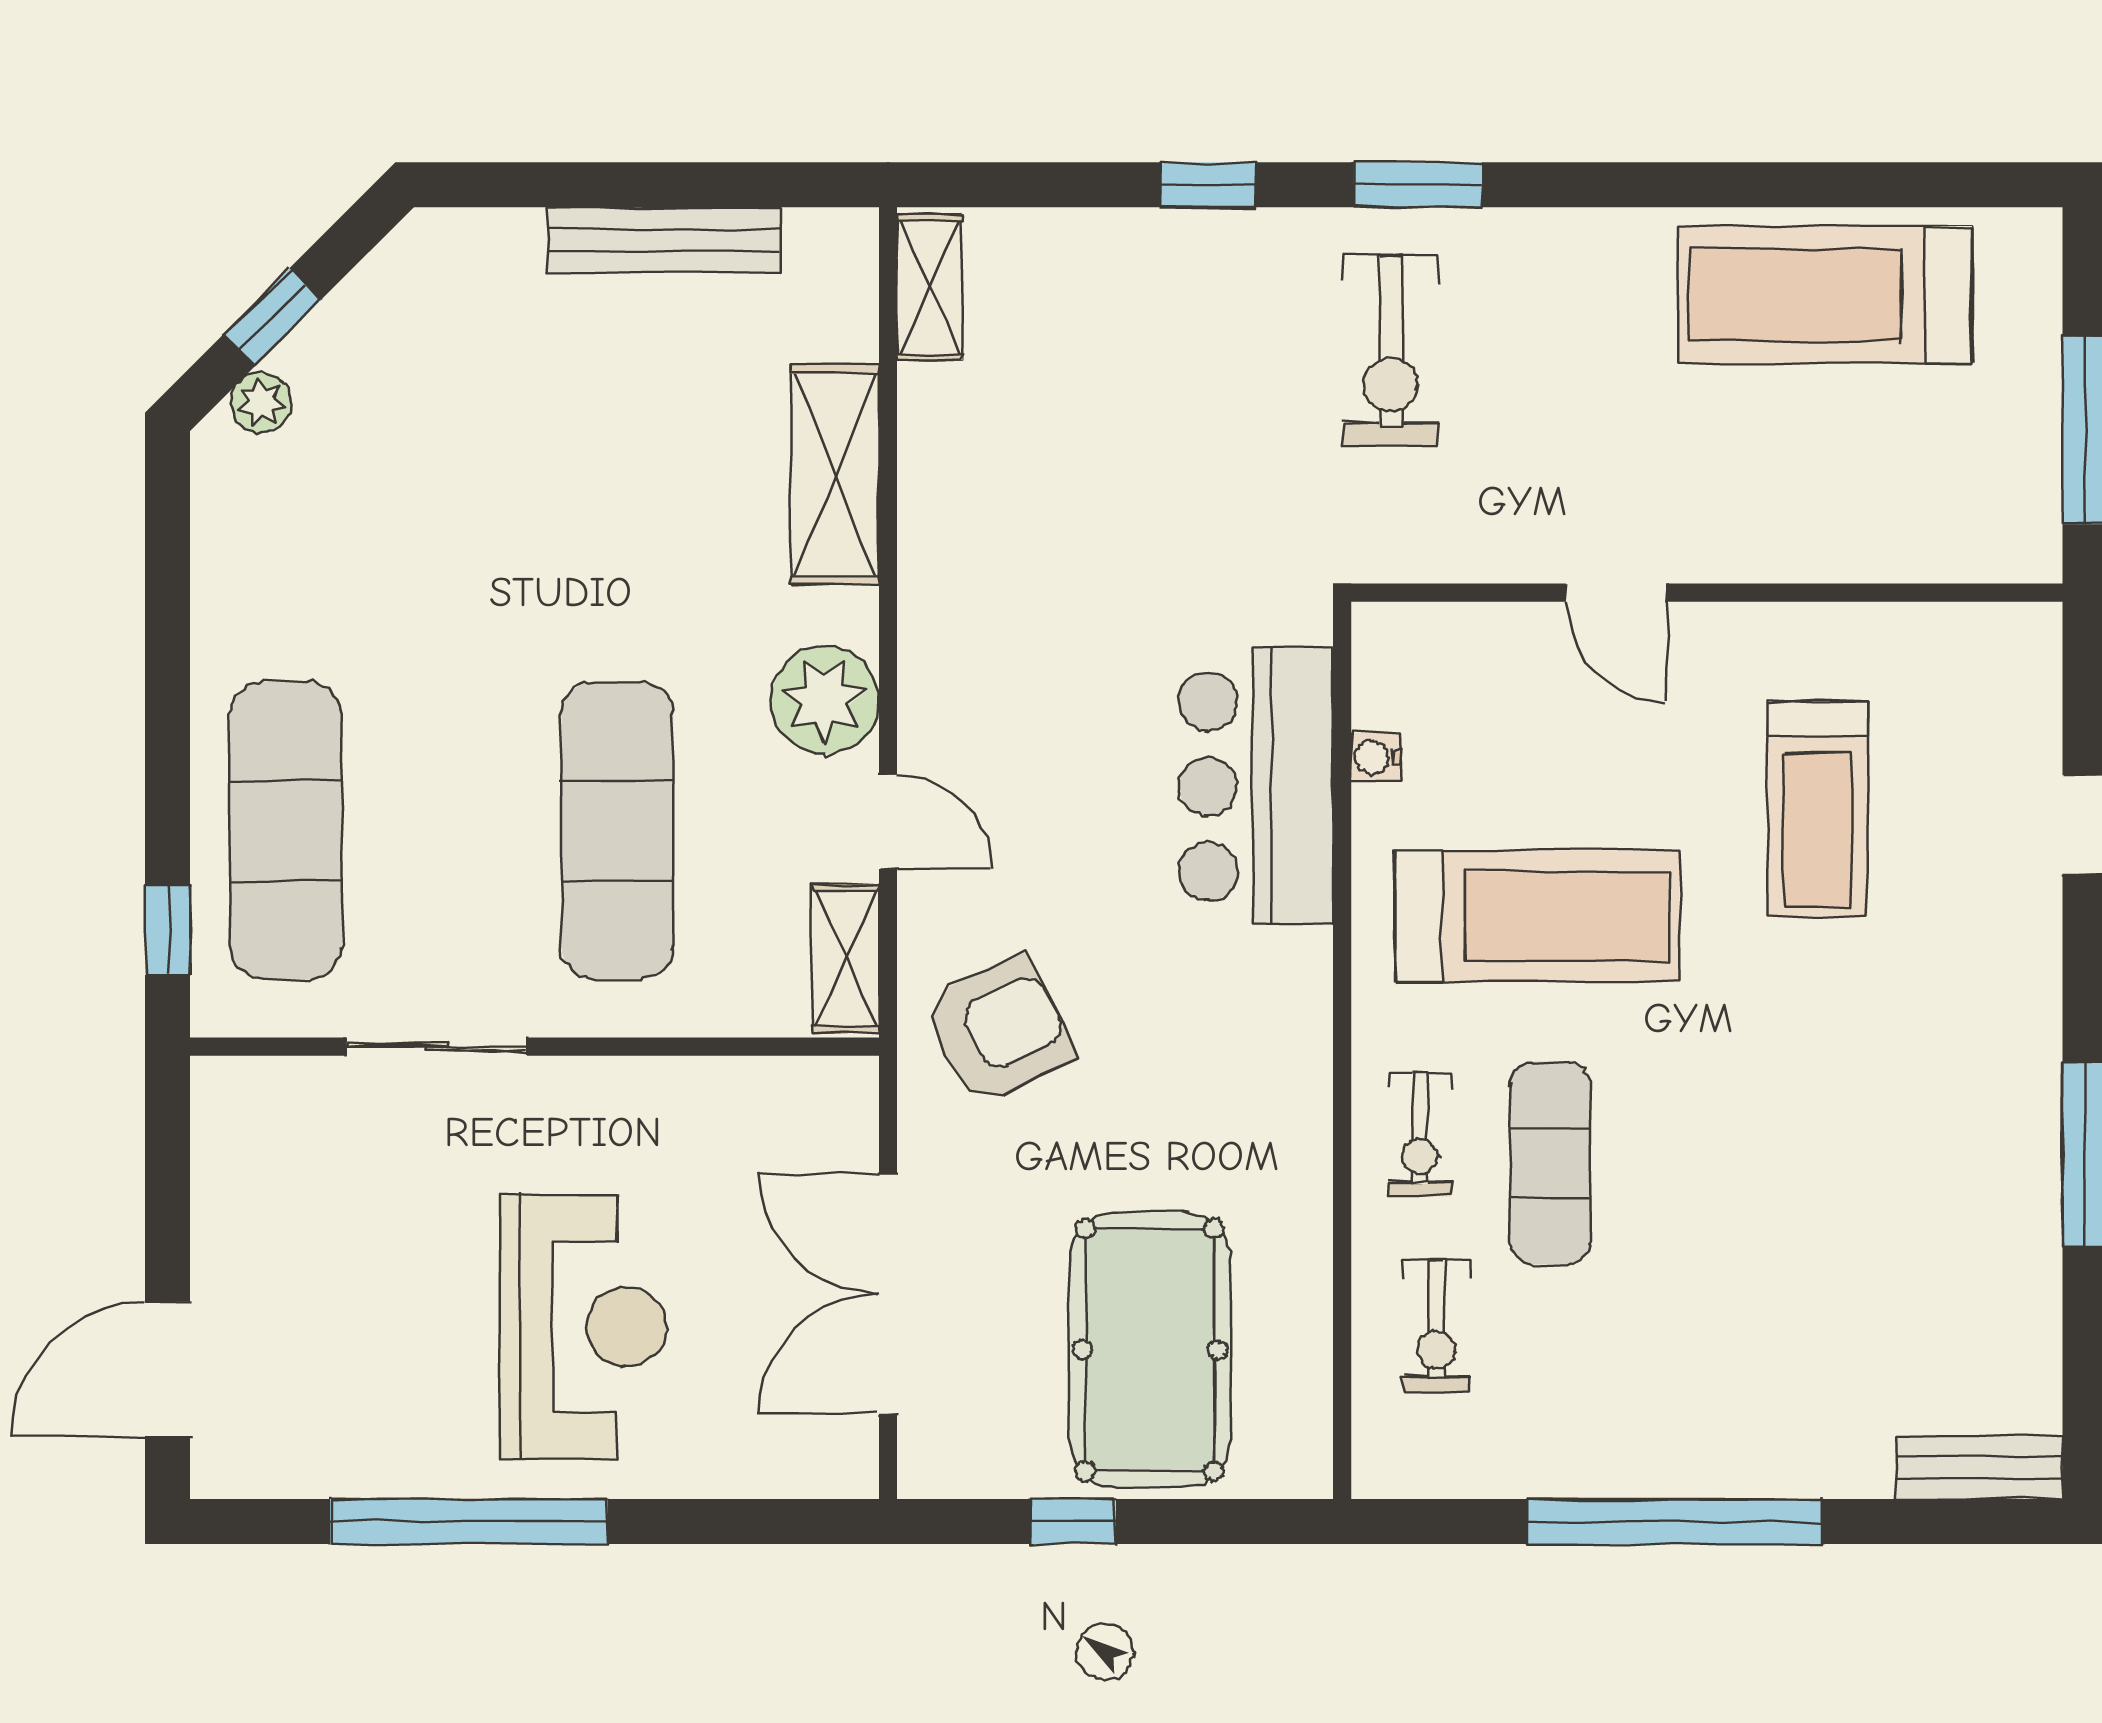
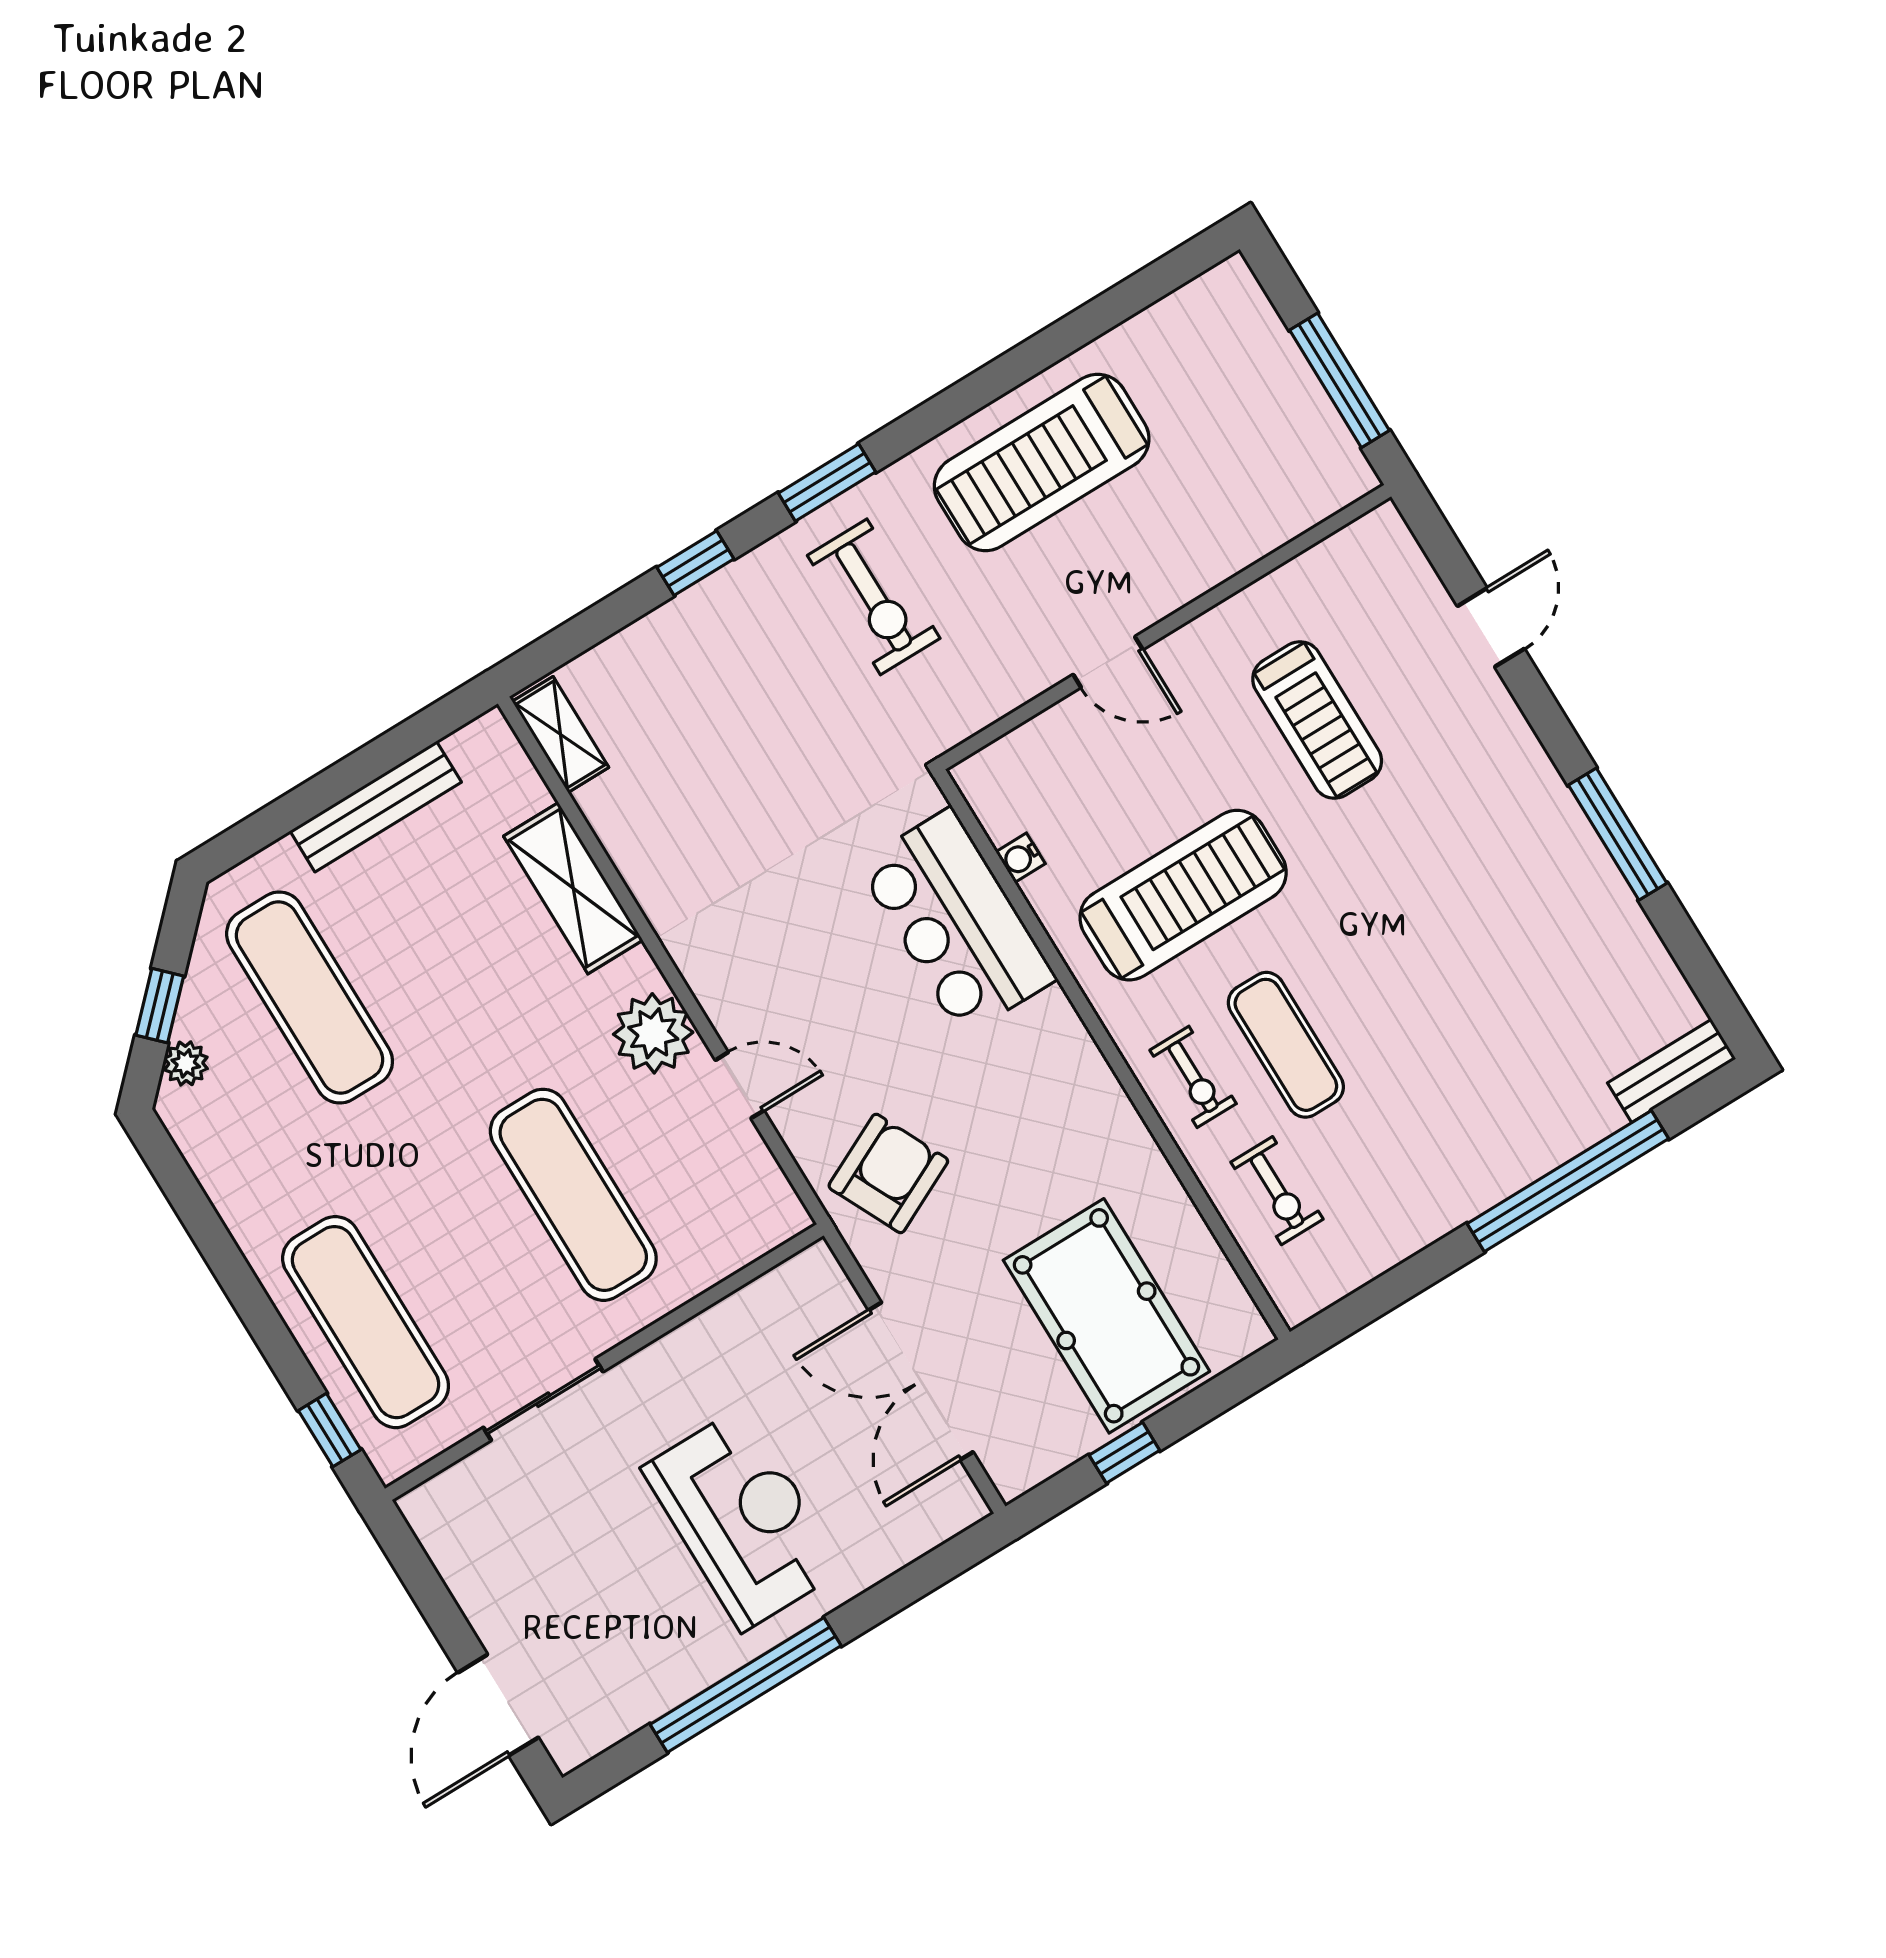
treadmill: (1825, 295) -> (1042, 462), moved
exercise mat: (452, 414) -> (310, 998), added
shelving: (846, 959) -> (766, 1187), removed
window: (1675, 1522) -> (1568, 1181), moved

